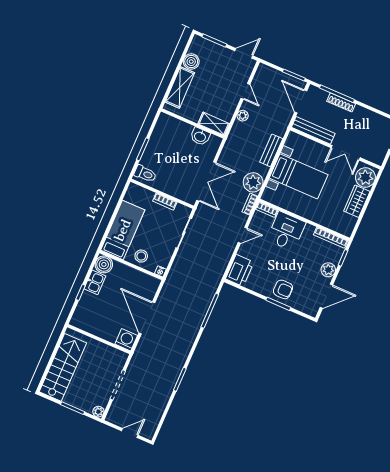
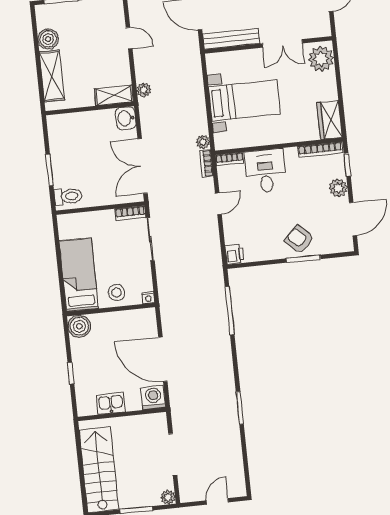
plant: (243, 116) -> (144, 90), moved
washbasin: (200, 136) -> (126, 118), moved, turned 90
bench: (271, 150) -> (196, 89), removed
double door: (206, 182) -> (143, 166), swing flipped
plant: (253, 182) -> (203, 142), width x0.53, depth x0.53
wardrobe: (357, 201) -> (330, 120), moved
bookcase: (165, 202) -> (130, 213), moved
printer: (240, 270) -> (234, 254), width x0.53, depth x0.68
kitchen sink: (95, 282) -> (111, 404), moved, turned -90
armchair: (283, 289) -> (299, 239), turned -137

